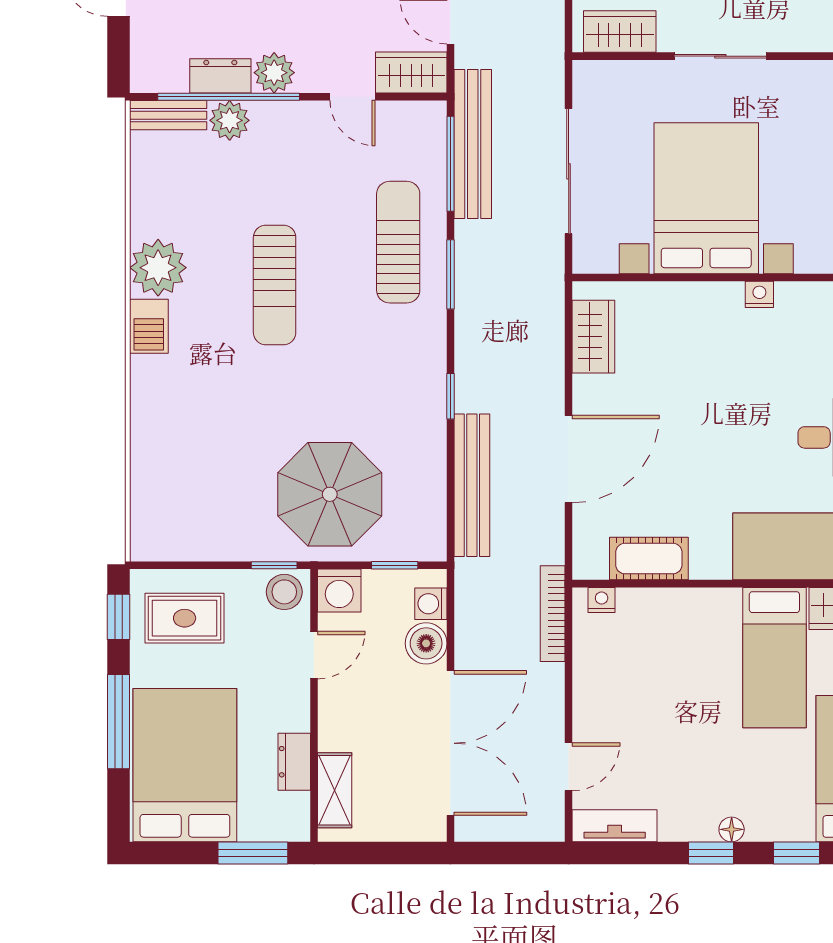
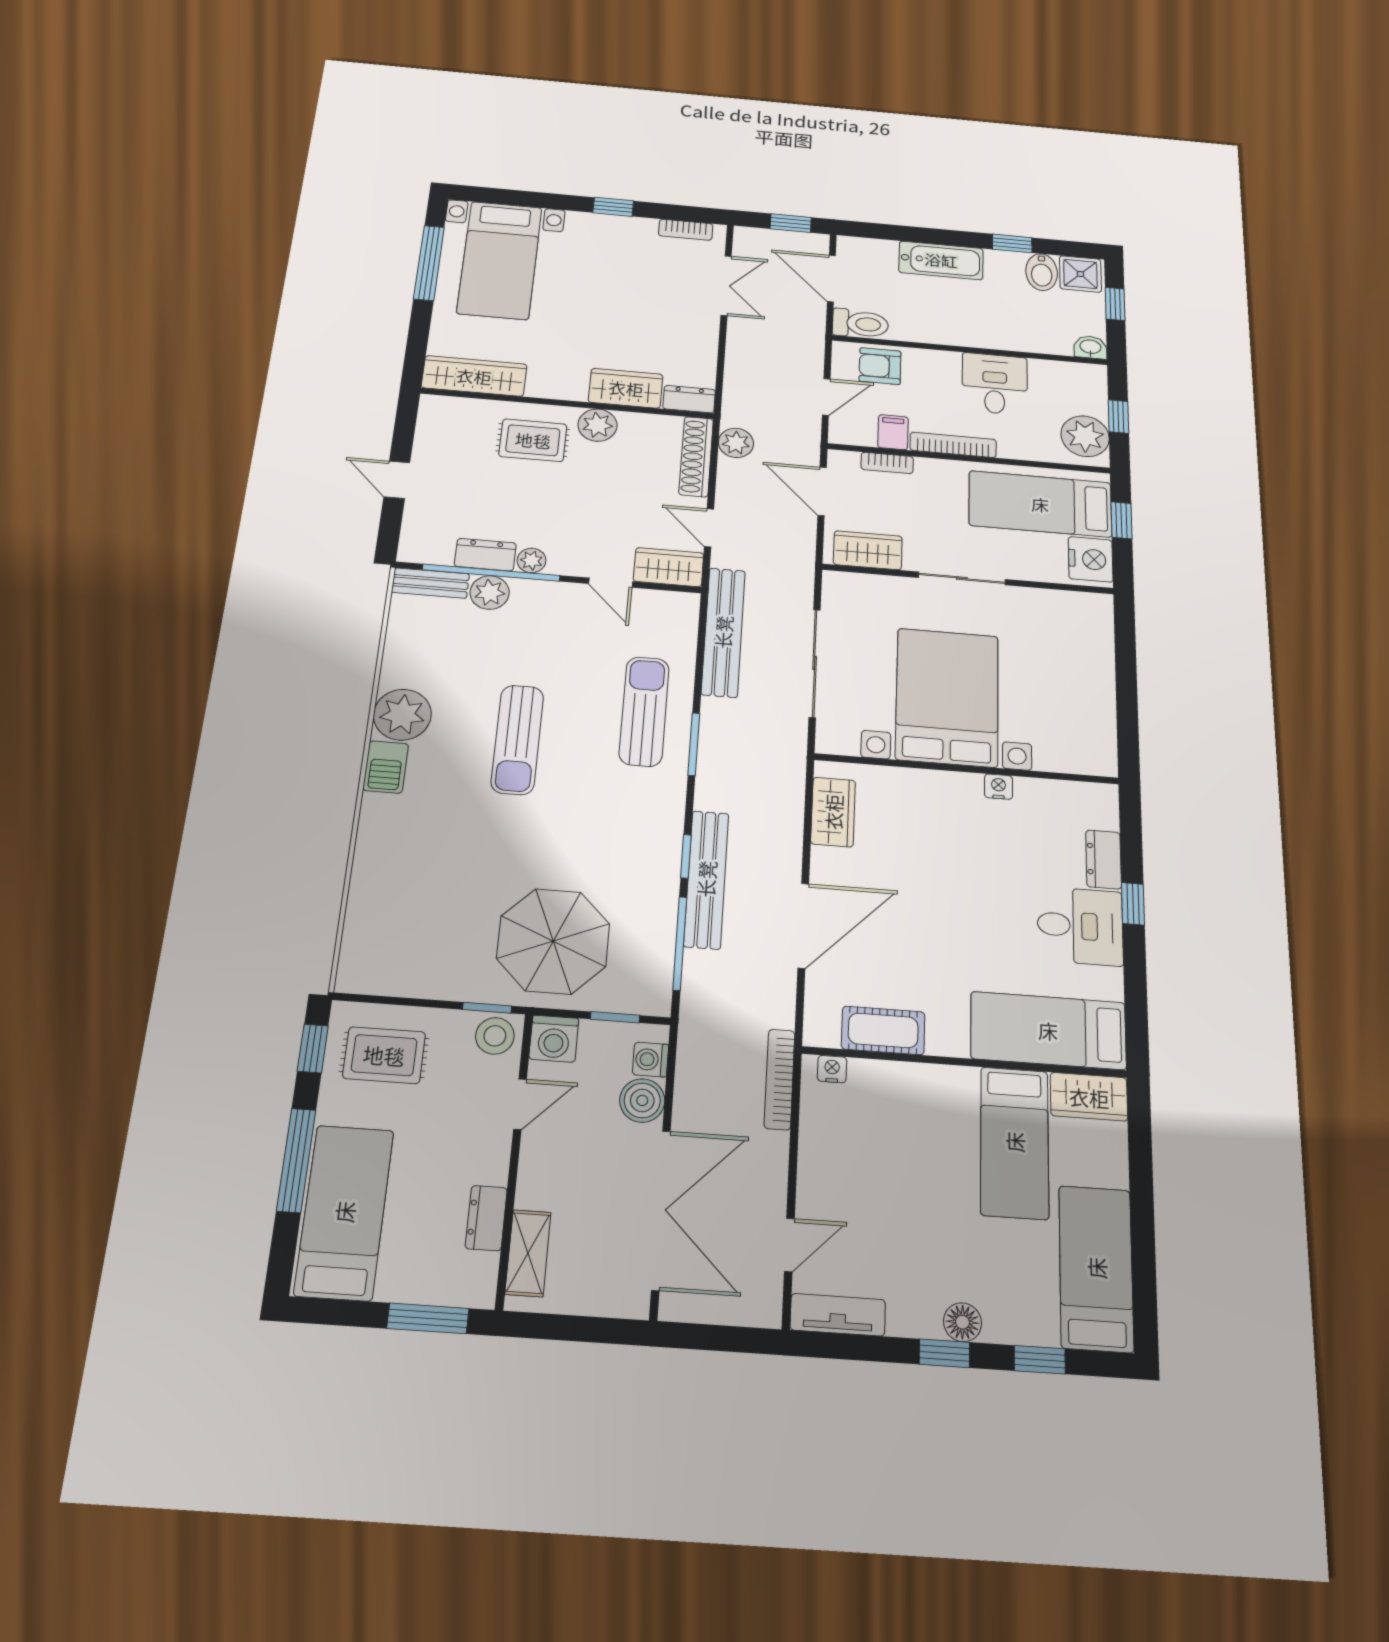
plant: (274, 73) -> (531, 560), width x0.73, depth x0.73
window: (450, 164) -> (680, 943), moved
bench: (472, 485) -> (706, 879), moved
bed: (185, 765) -> (344, 1212), width x0.67
floor lamp: (732, 829) -> (963, 1322), width x1.37, depth x1.37

